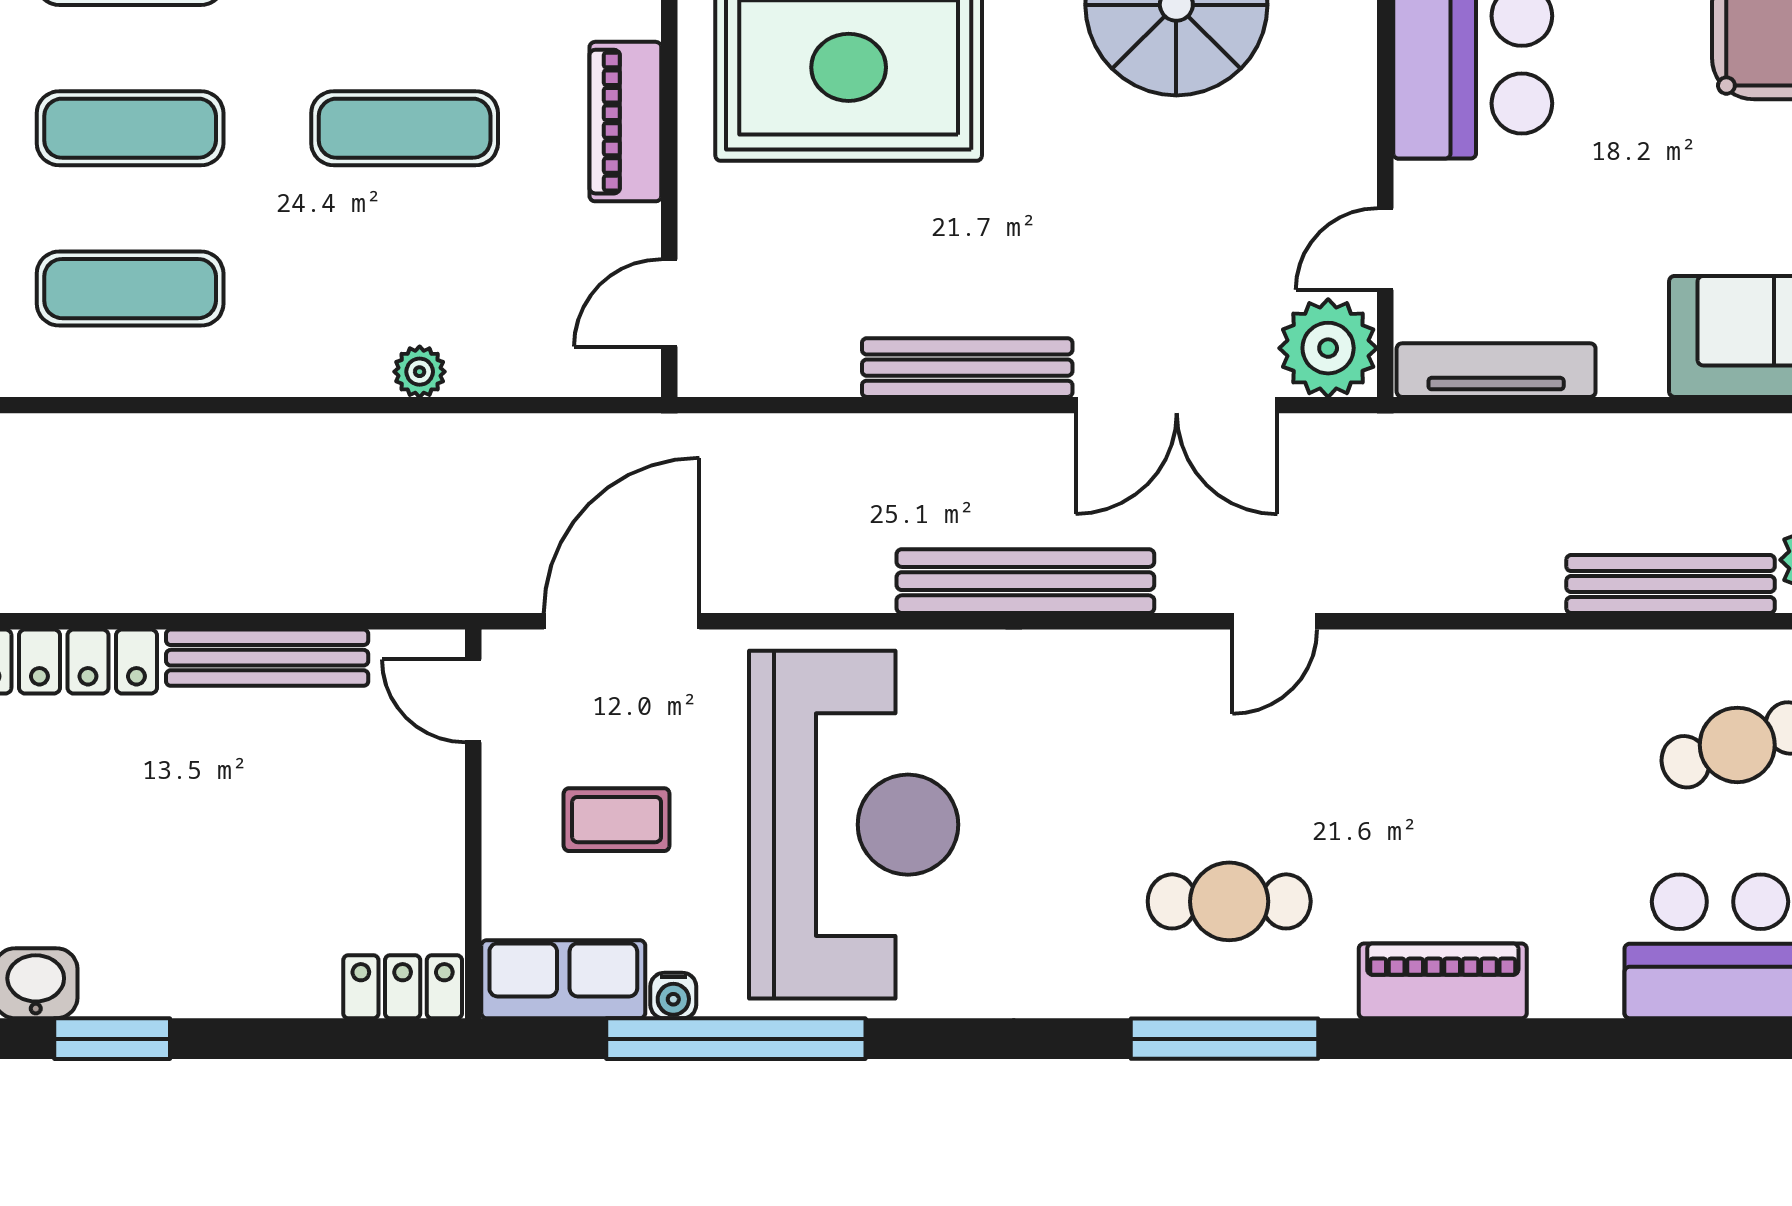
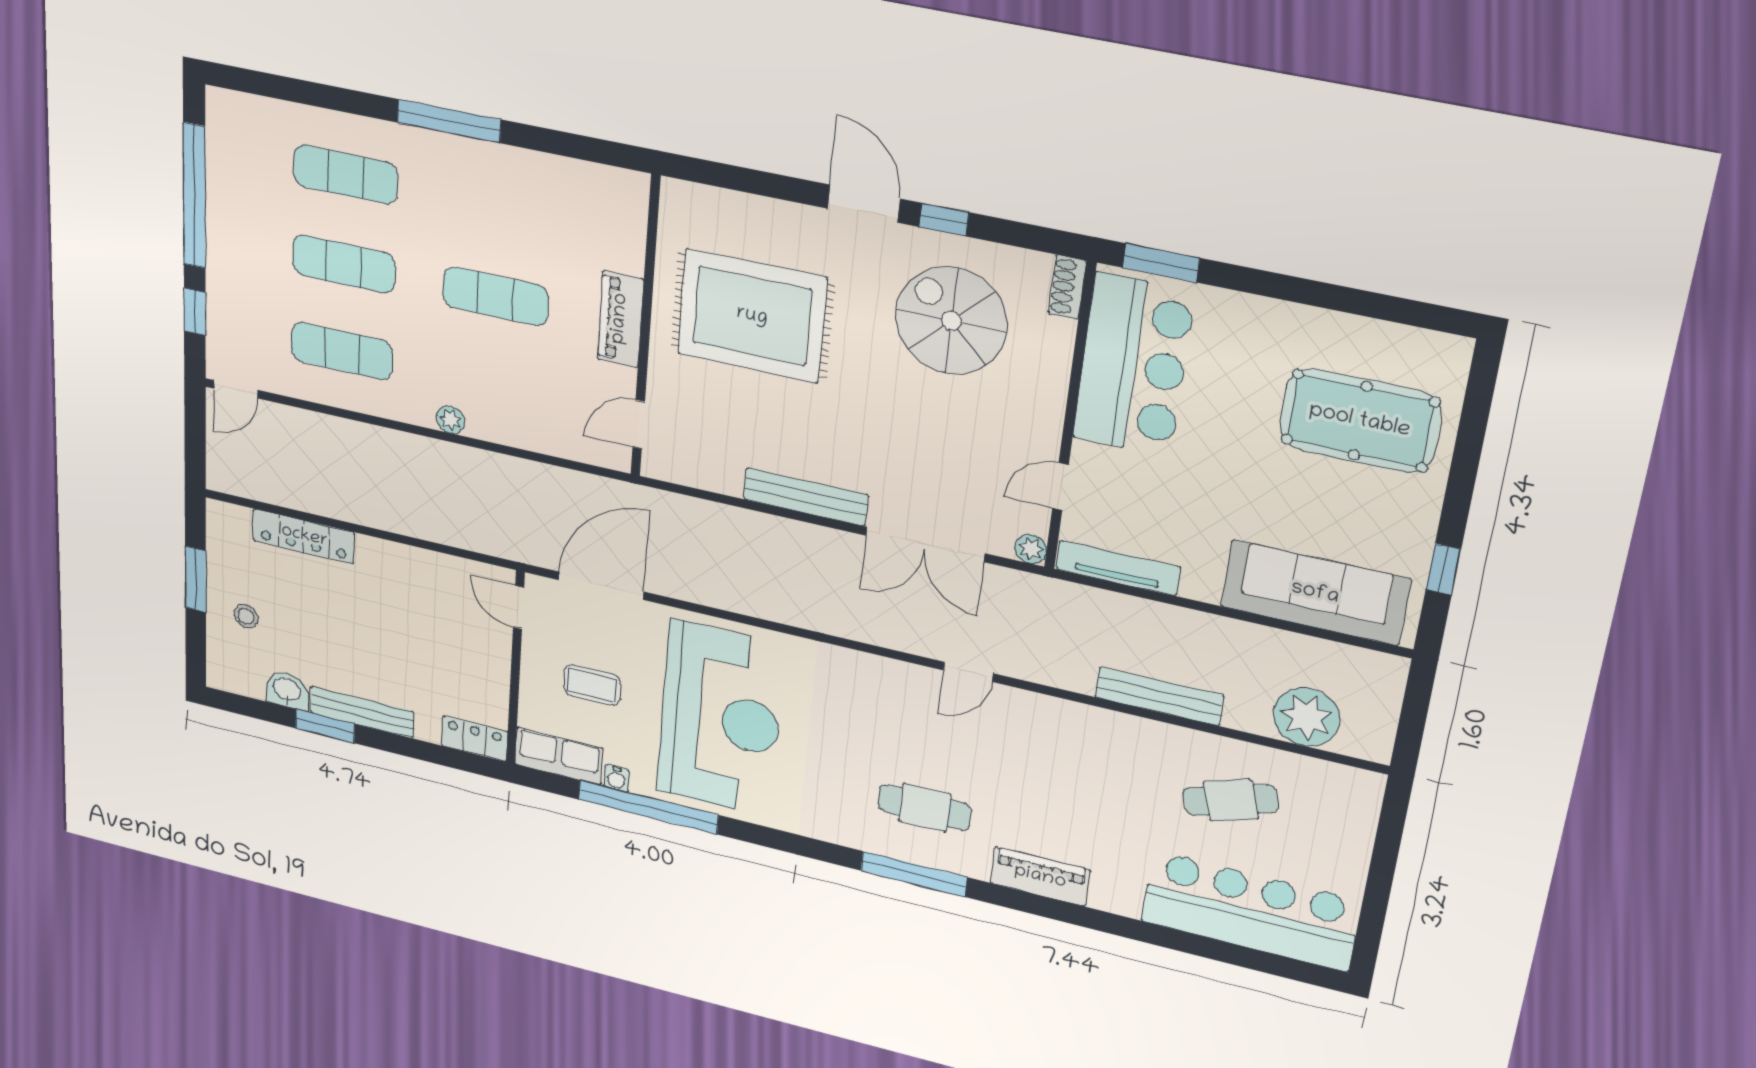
plant: (1328, 348) -> (1031, 549), width x0.53, depth x0.53
plant: (420, 372) -> (451, 420), moved
bench: (1025, 581) -> (828, 618), removed
bench: (1671, 584) -> (1159, 696), moved
bench: (267, 658) -> (362, 712), moved

